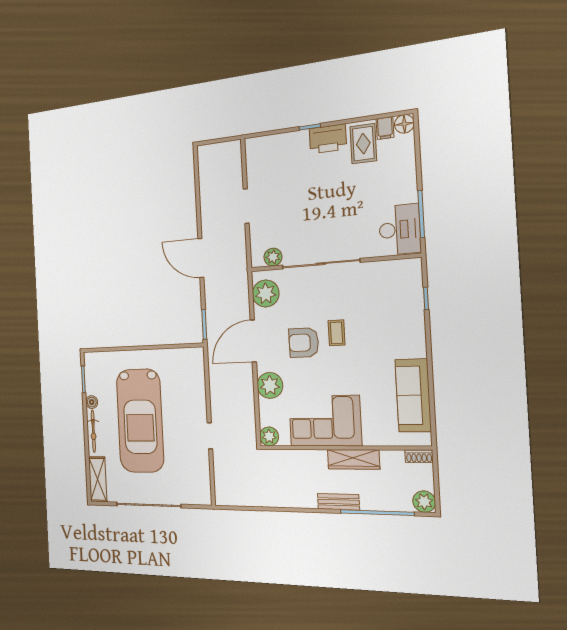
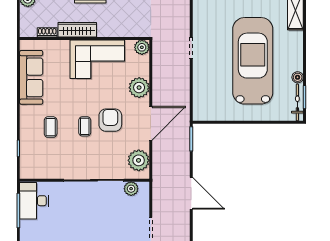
coffee table: (382, 330) -> (51, 127), added
armchair: (304, 343) -> (110, 120), turned -90
bicycle: (93, 431) -> (297, 102), moved
shoe rack: (419, 456) -> (47, 32), moved

